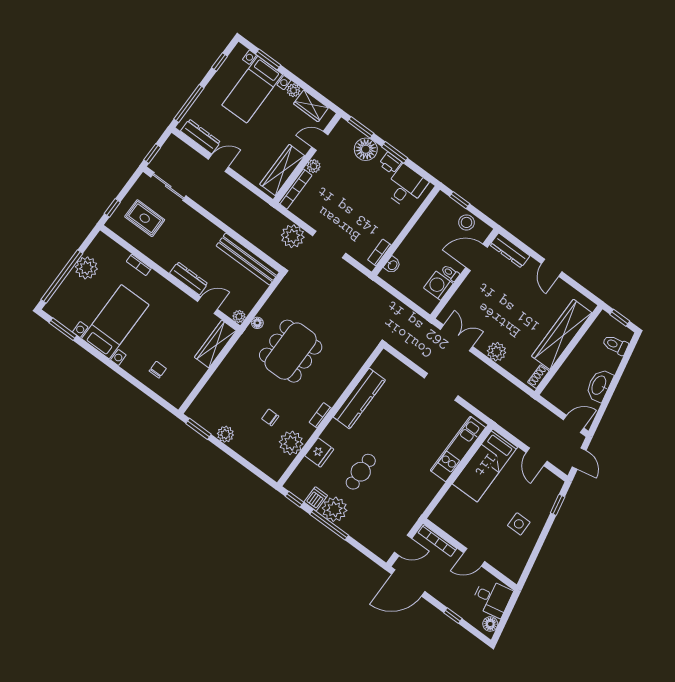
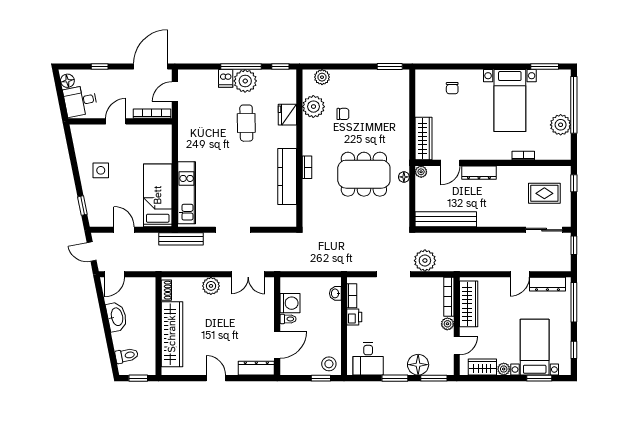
printer: (390, 163) -> (354, 317), moved, turned 90
stool: (466, 222) -> (329, 364), moved
dining table: (291, 351) -> (364, 174), turned 90
bench: (493, 412) -> (181, 239), added
bookcase: (320, 415) -> (307, 167), moved
plant: (225, 434) -> (322, 77), moved
dishwasher: (316, 499) -> (226, 78), moved

